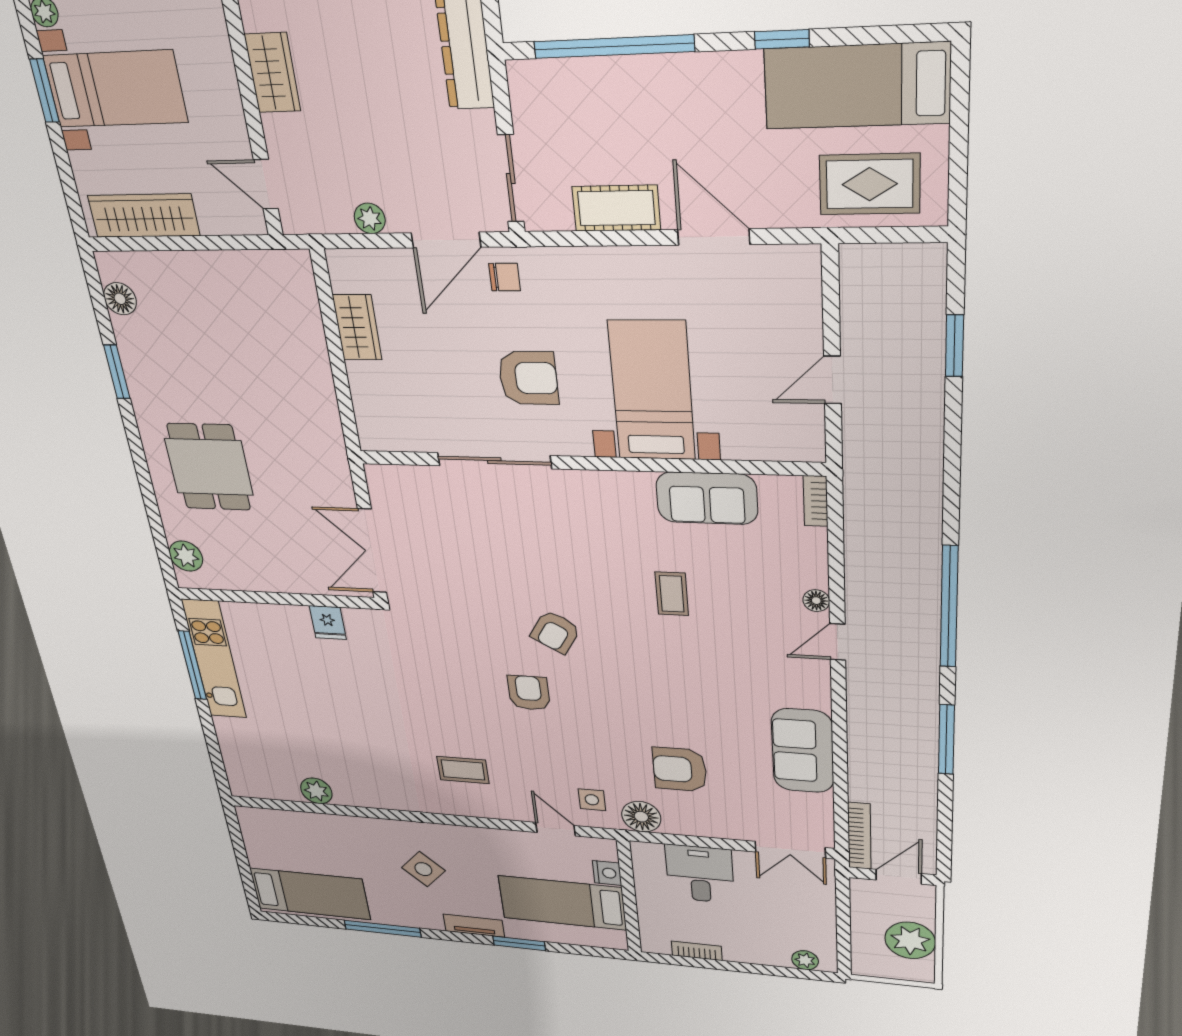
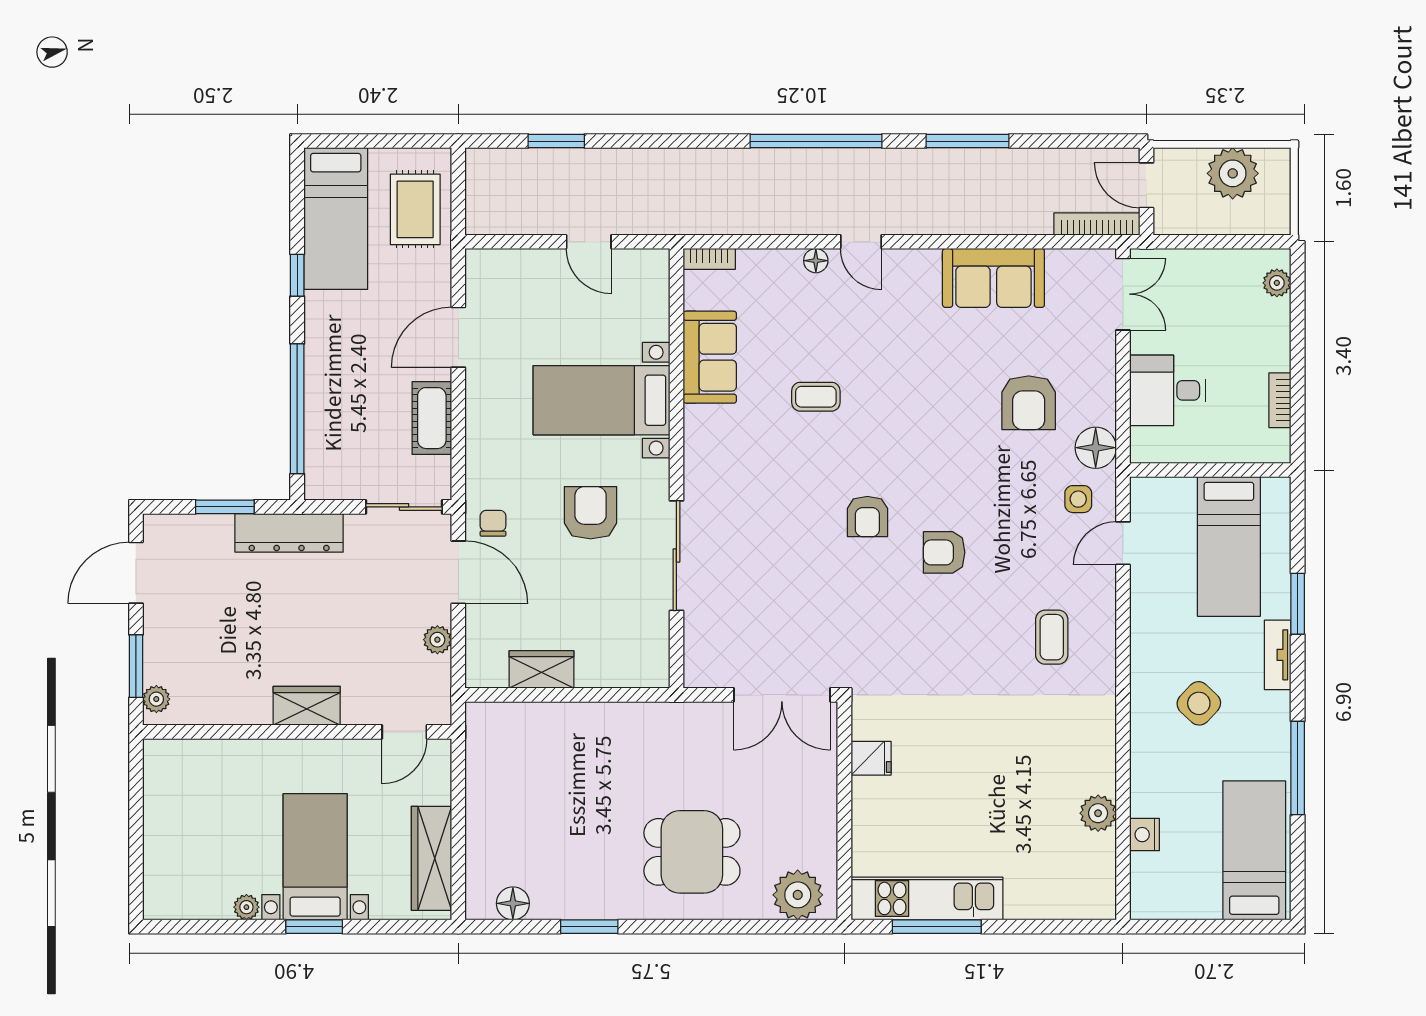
plant: (186, 556) -> (798, 895), width x1.36, depth x1.36
armchair: (555, 632) -> (867, 517), turned 59
nightstand: (607, 873) -> (1145, 835), moved, turned -90

